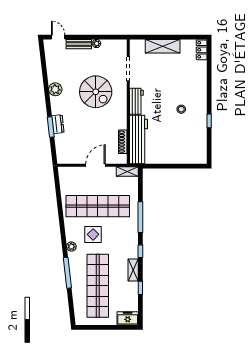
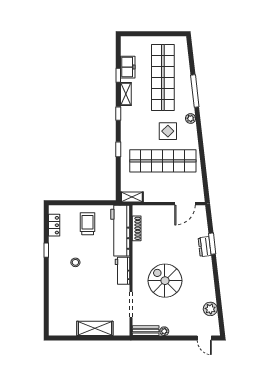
bench: (79, 44) -> (146, 331), moved
locker: (202, 50) -> (54, 225), moved
plant: (55, 89) -> (210, 309), moved
trolley: (170, 146) -> (88, 224), added
door: (96, 165) -> (185, 204), moved
window: (140, 217) -> (118, 149), width x0.46
freezer: (128, 318) -> (128, 67), moved, turned -90

